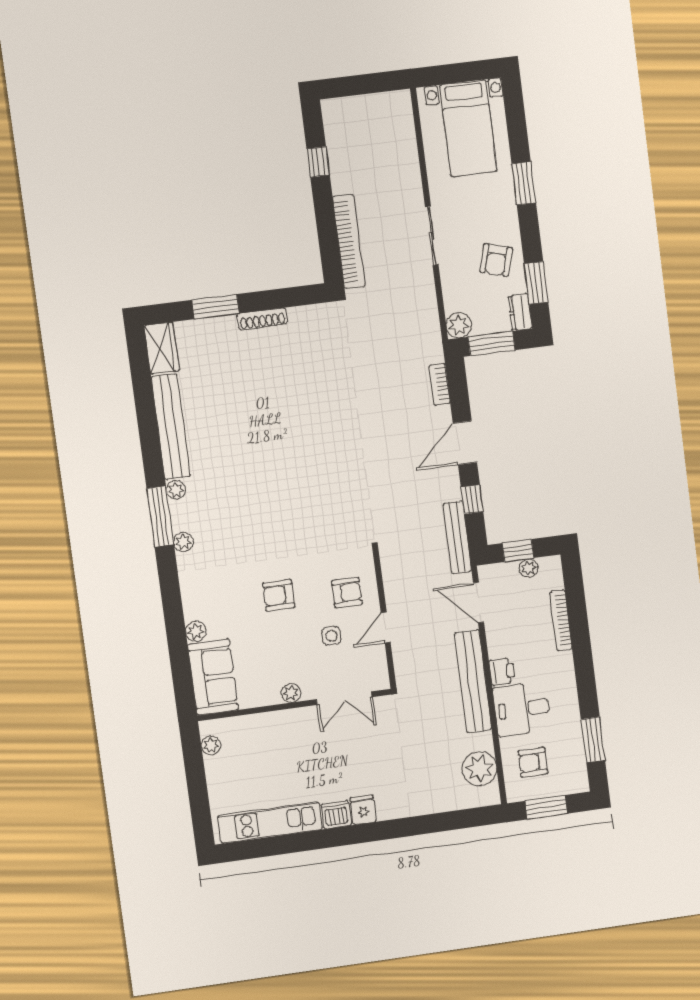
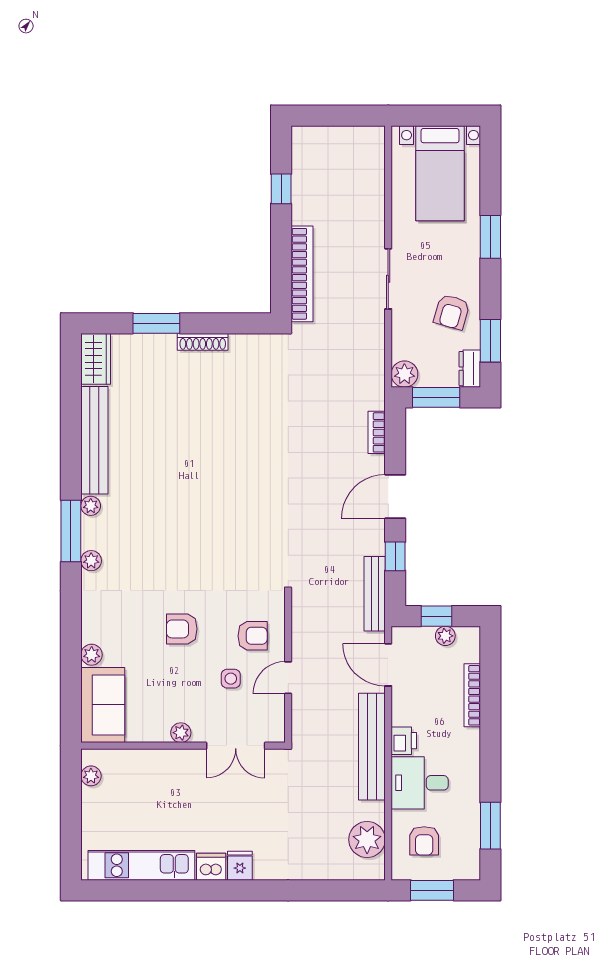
armchair: (533, 762) -> (424, 841), turned -90

